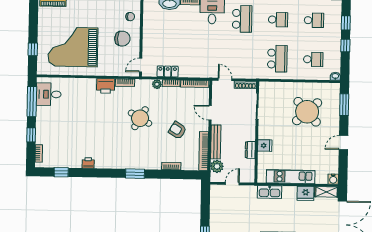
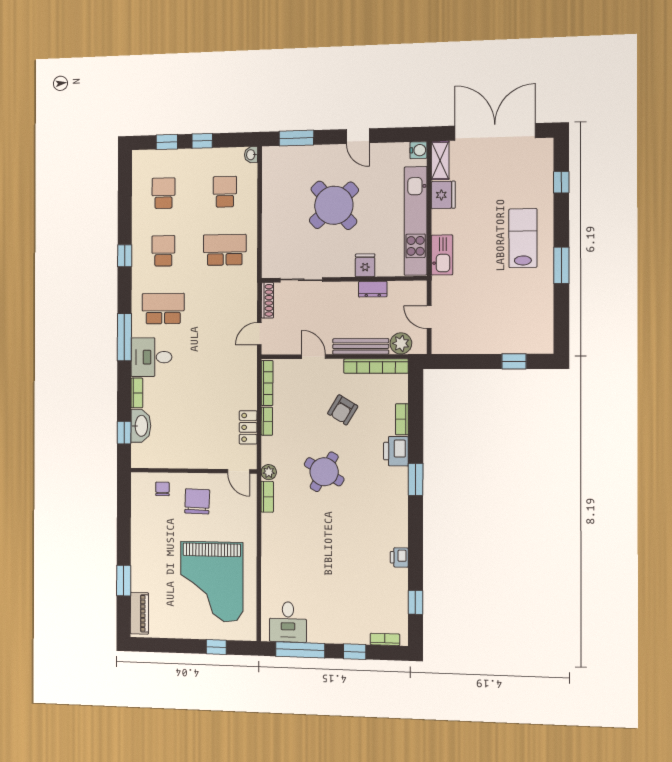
plant: (157, 84) -> (269, 472), moved
printer: (106, 86) -> (396, 451), moved, turned 180
round table: (307, 112) -> (334, 205), moved
door: (210, 113) -> (313, 357), swing flipped
kitchen unit: (291, 177) -> (416, 221), width x1.36

